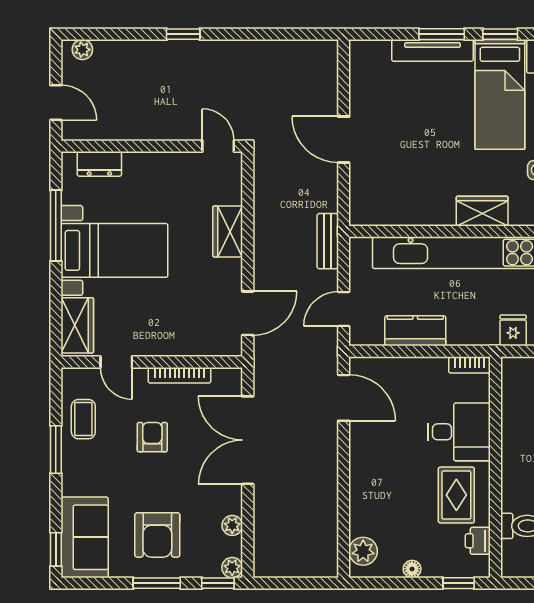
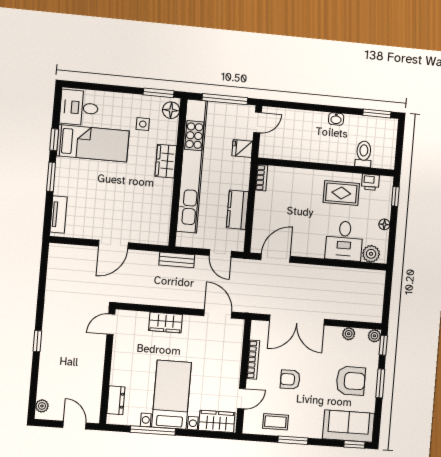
tv unit: (432, 50) -> (58, 215), moved, width x0.71
door: (56, 103) -> (75, 425), hinge flipped
desk: (459, 432) -> (344, 241), moved, turned 180

